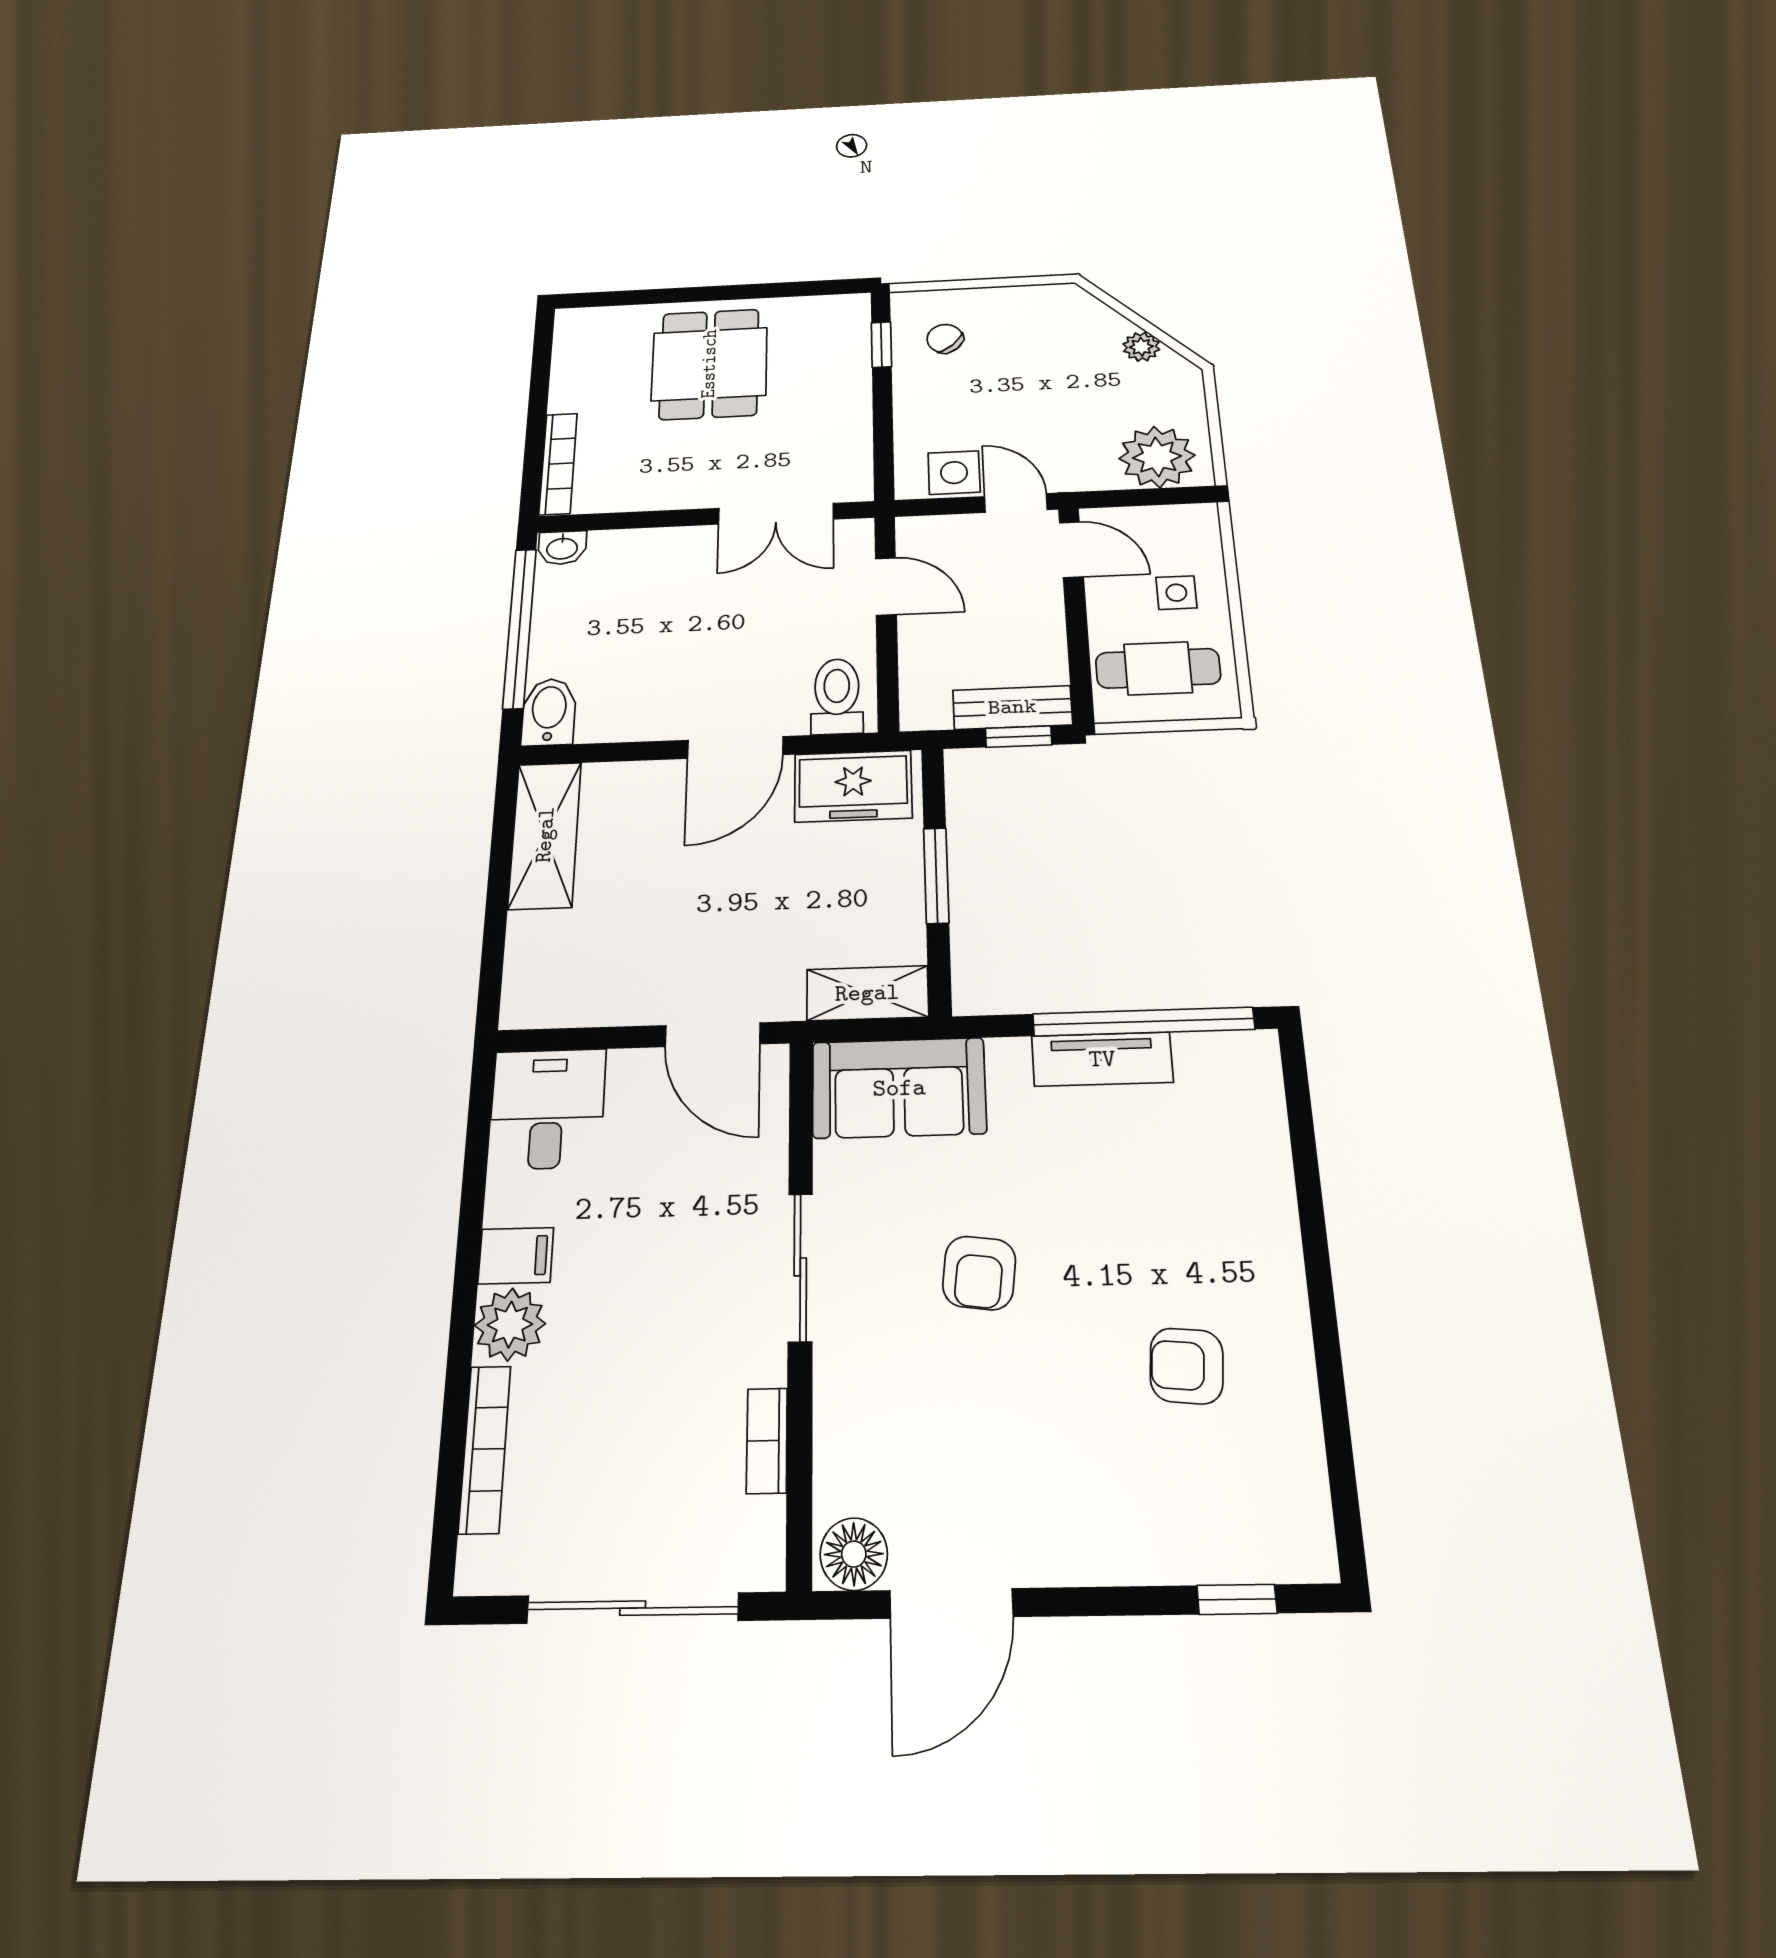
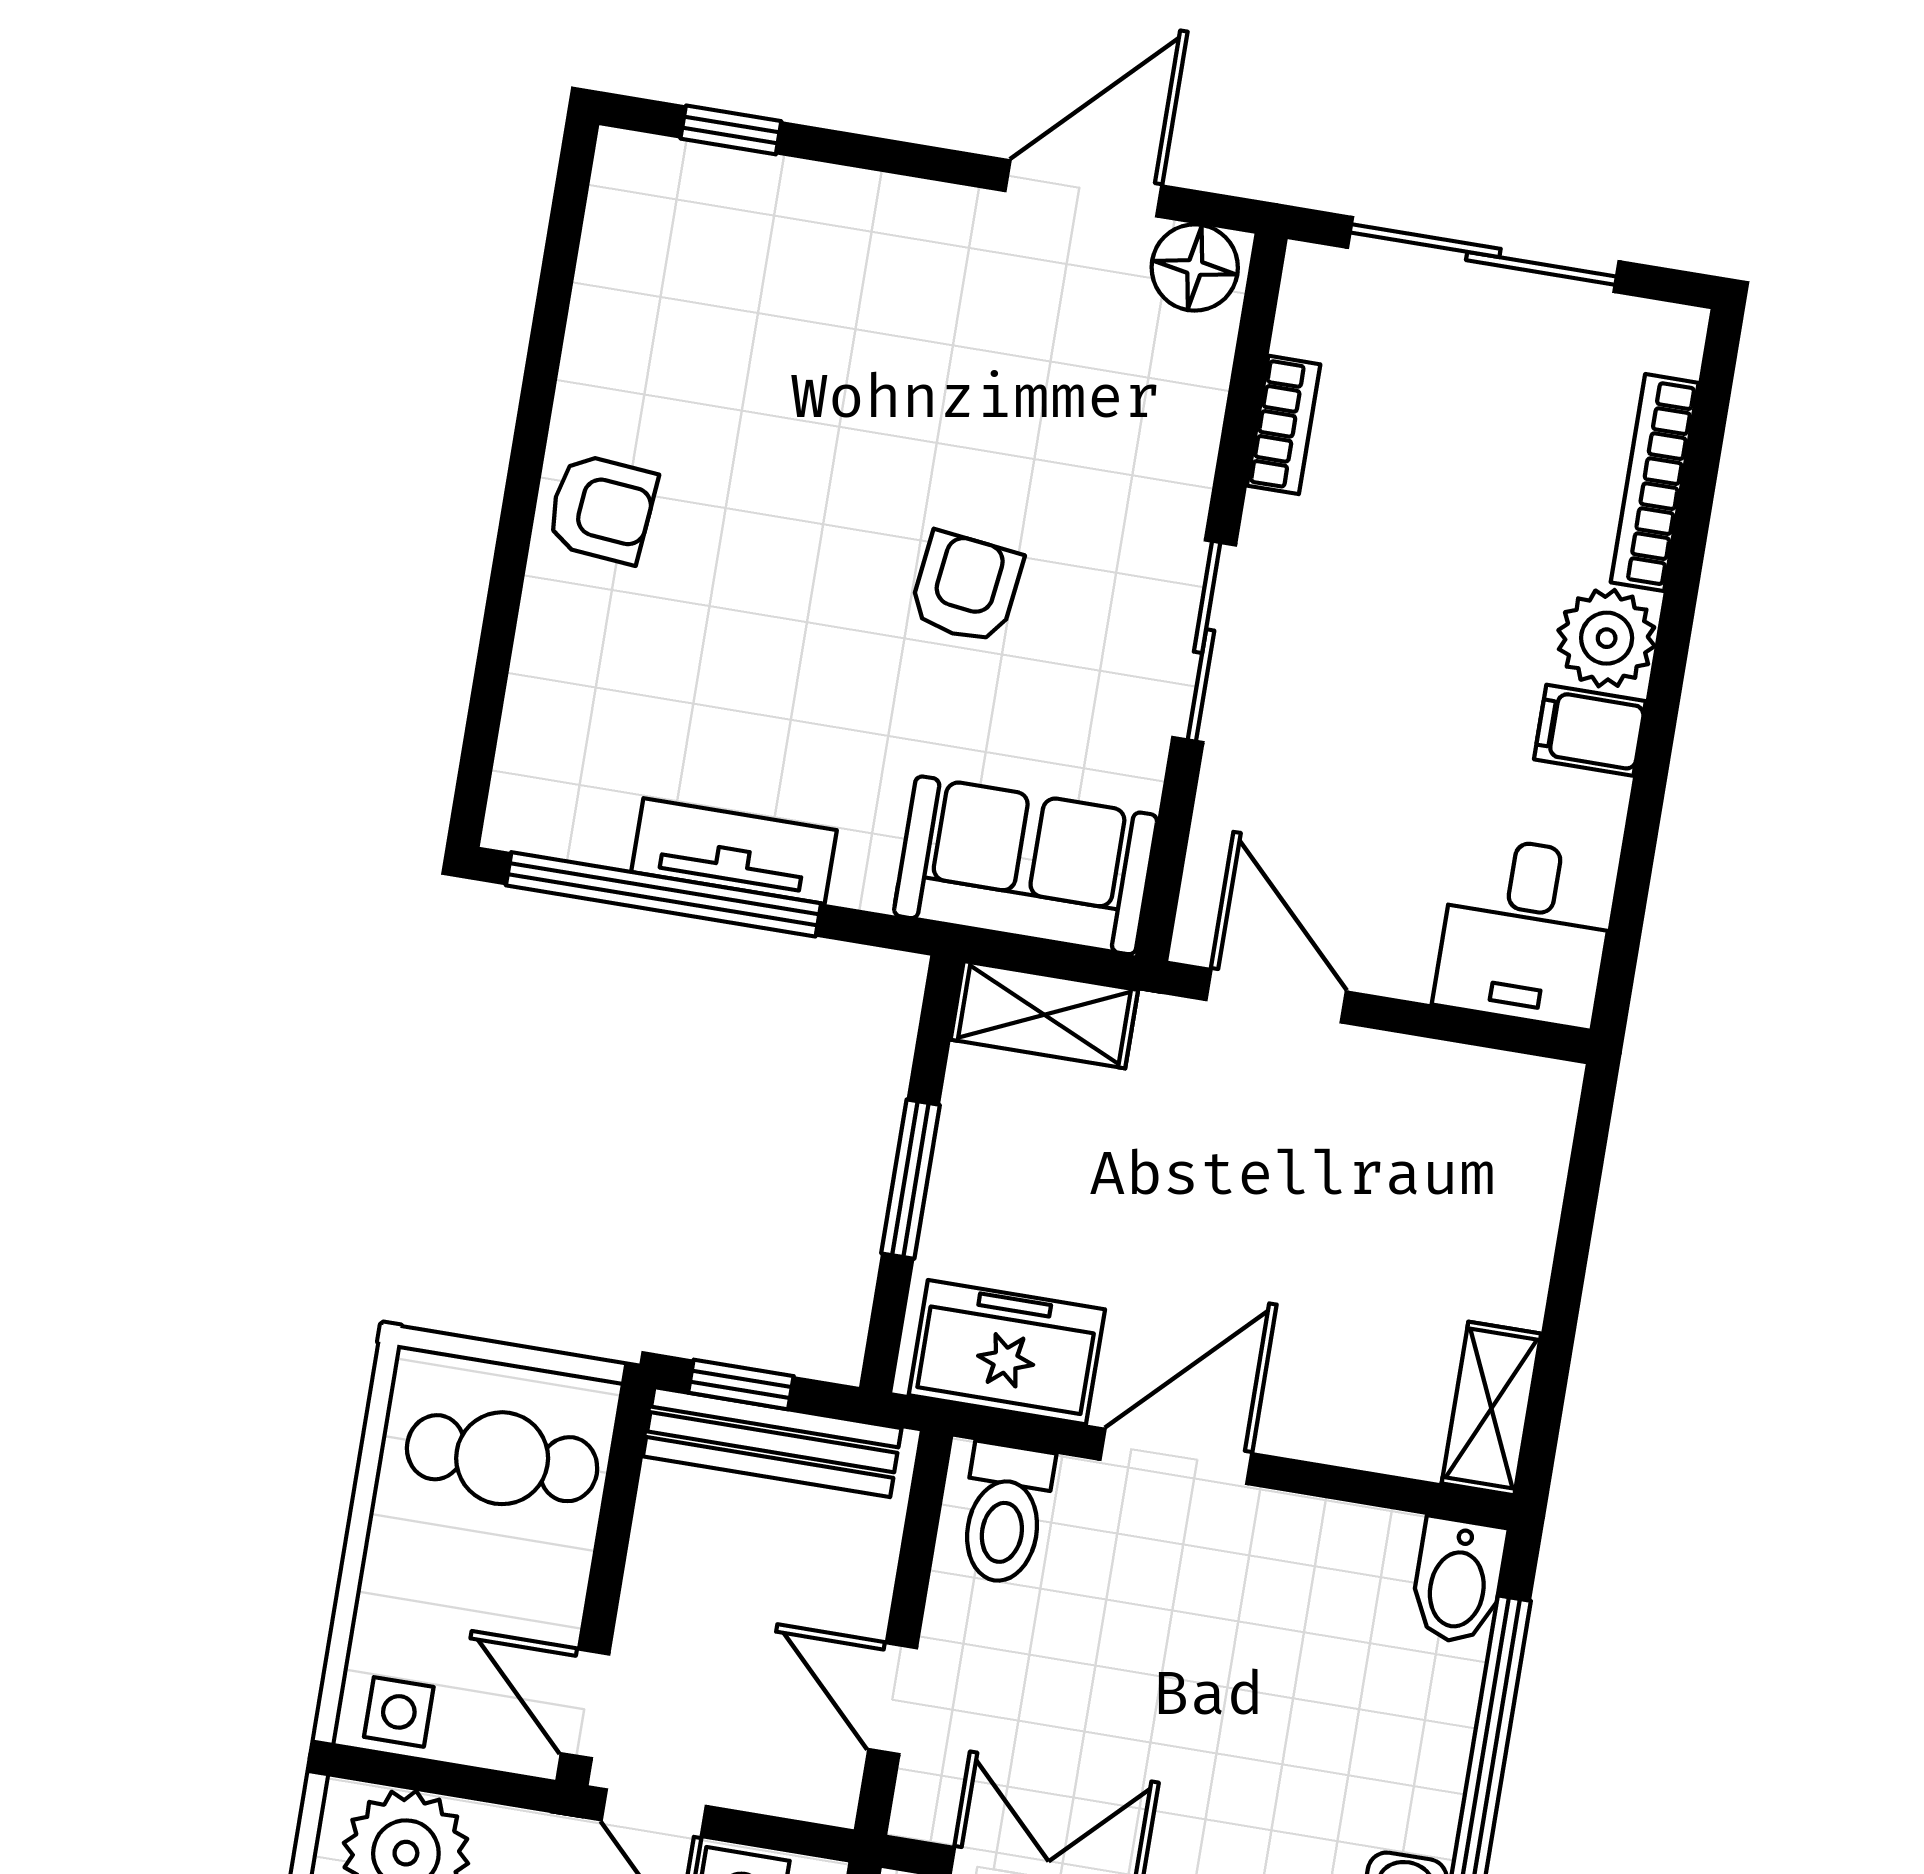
side table: (1176, 593) -> (399, 1712), moved
bench: (1012, 707) -> (772, 1442), width x1.36
shelving: (545, 835) -> (1491, 1409), width x0.67, depth x0.75
armchair: (1187, 1366) -> (602, 509), moved

